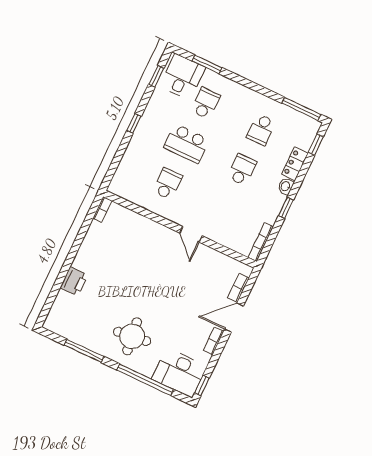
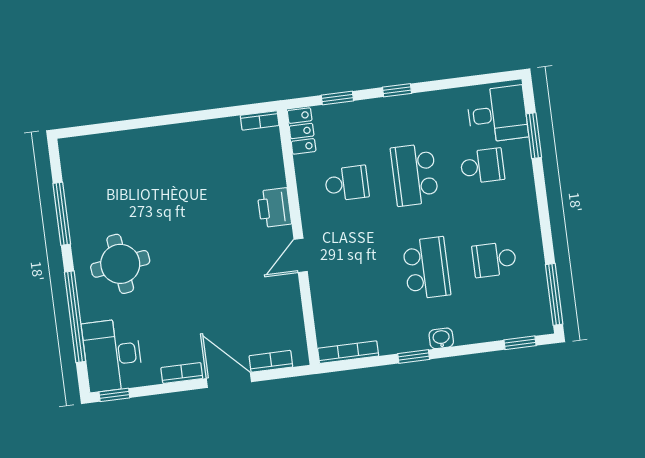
window: (156, 76) -> (337, 98), moved
locker: (295, 164) -> (302, 131), moved, turned 90
school desk: (242, 170) -> (427, 268), width x1.85
printer: (74, 281) -> (274, 208), moved, turned 90

